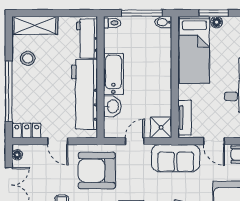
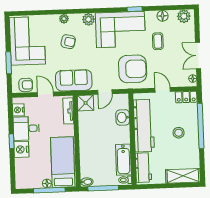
window: (214, 13) -> (49, 190), width x1.44
stool: (28, 58) -> (179, 133), moved
bathtub: (113, 74) -> (123, 160), moved

